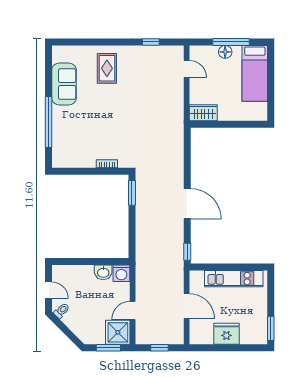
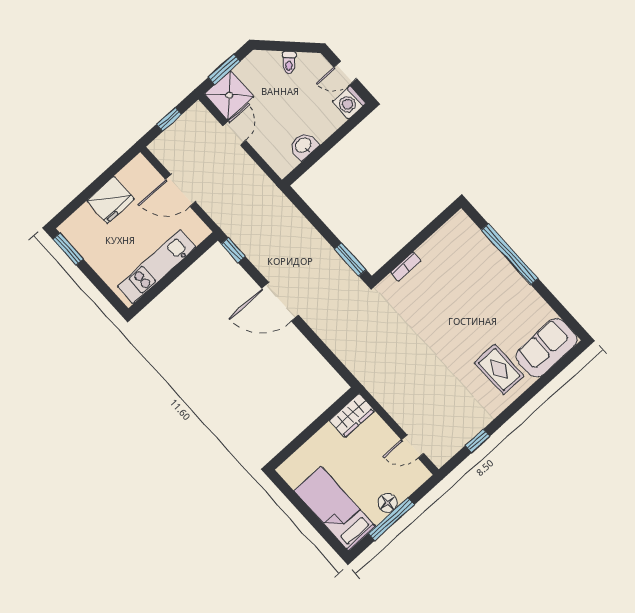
sofa: (64, 84) -> (547, 348), moved, turned 90
washing machine: (121, 273) -> (349, 103), moved, turned -90
toilet: (62, 311) -> (289, 63), moved

